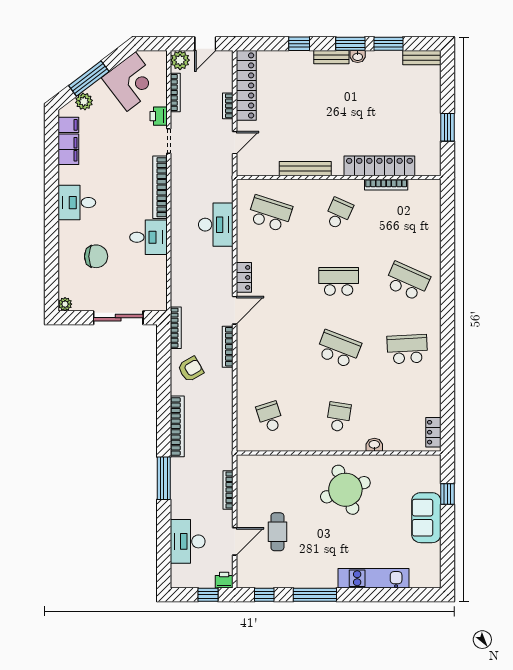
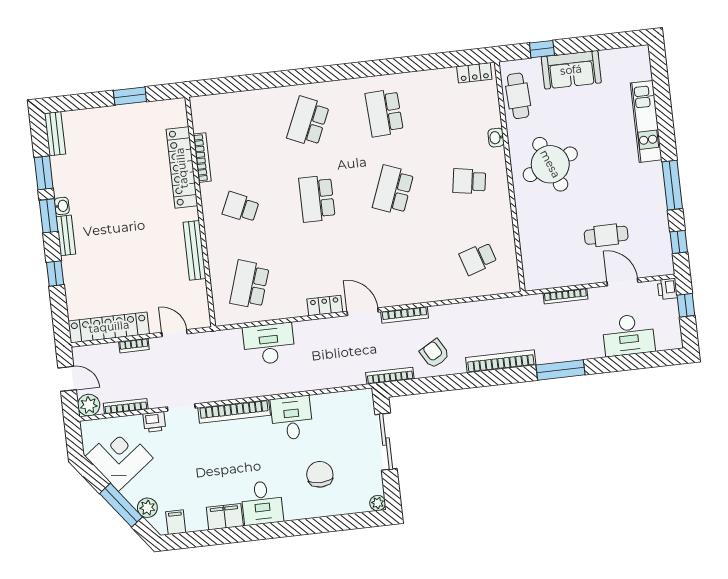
filing cabinet: (68, 149) -> (225, 517), moved
cafe table: (409, 468) -> (518, 96), added

